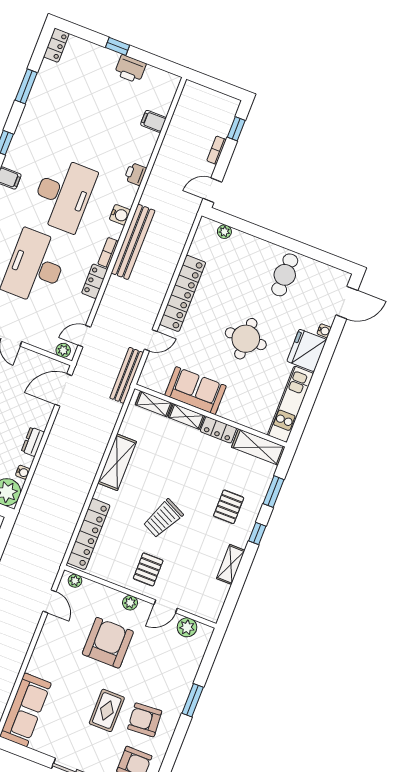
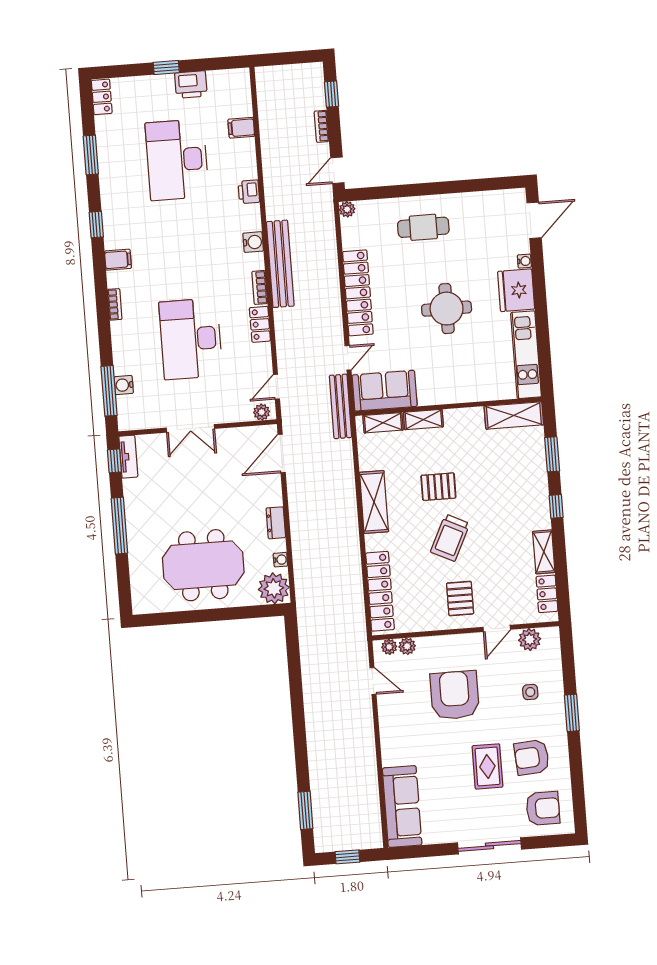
desk: (63, 195) -> (177, 160), moved, turned 180
plant: (224, 232) -> (347, 209), moved
cafe table: (285, 275) -> (423, 227), moved, turned 90
sofa: (196, 391) -> (385, 391), moved
locker: (218, 430) -> (547, 594), moved, turned 90
pallet: (229, 507) -> (438, 487), moved, turned 90
plant: (130, 603) -> (407, 646), moved
side table: (168, 668) -> (530, 692), added

